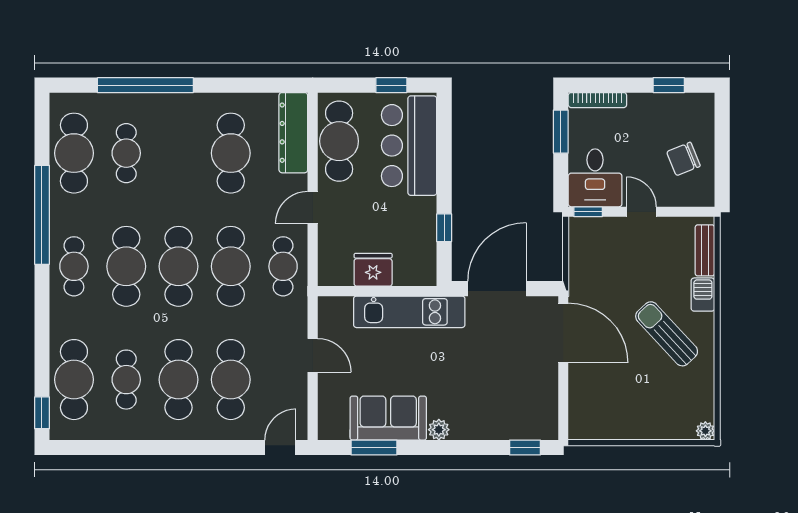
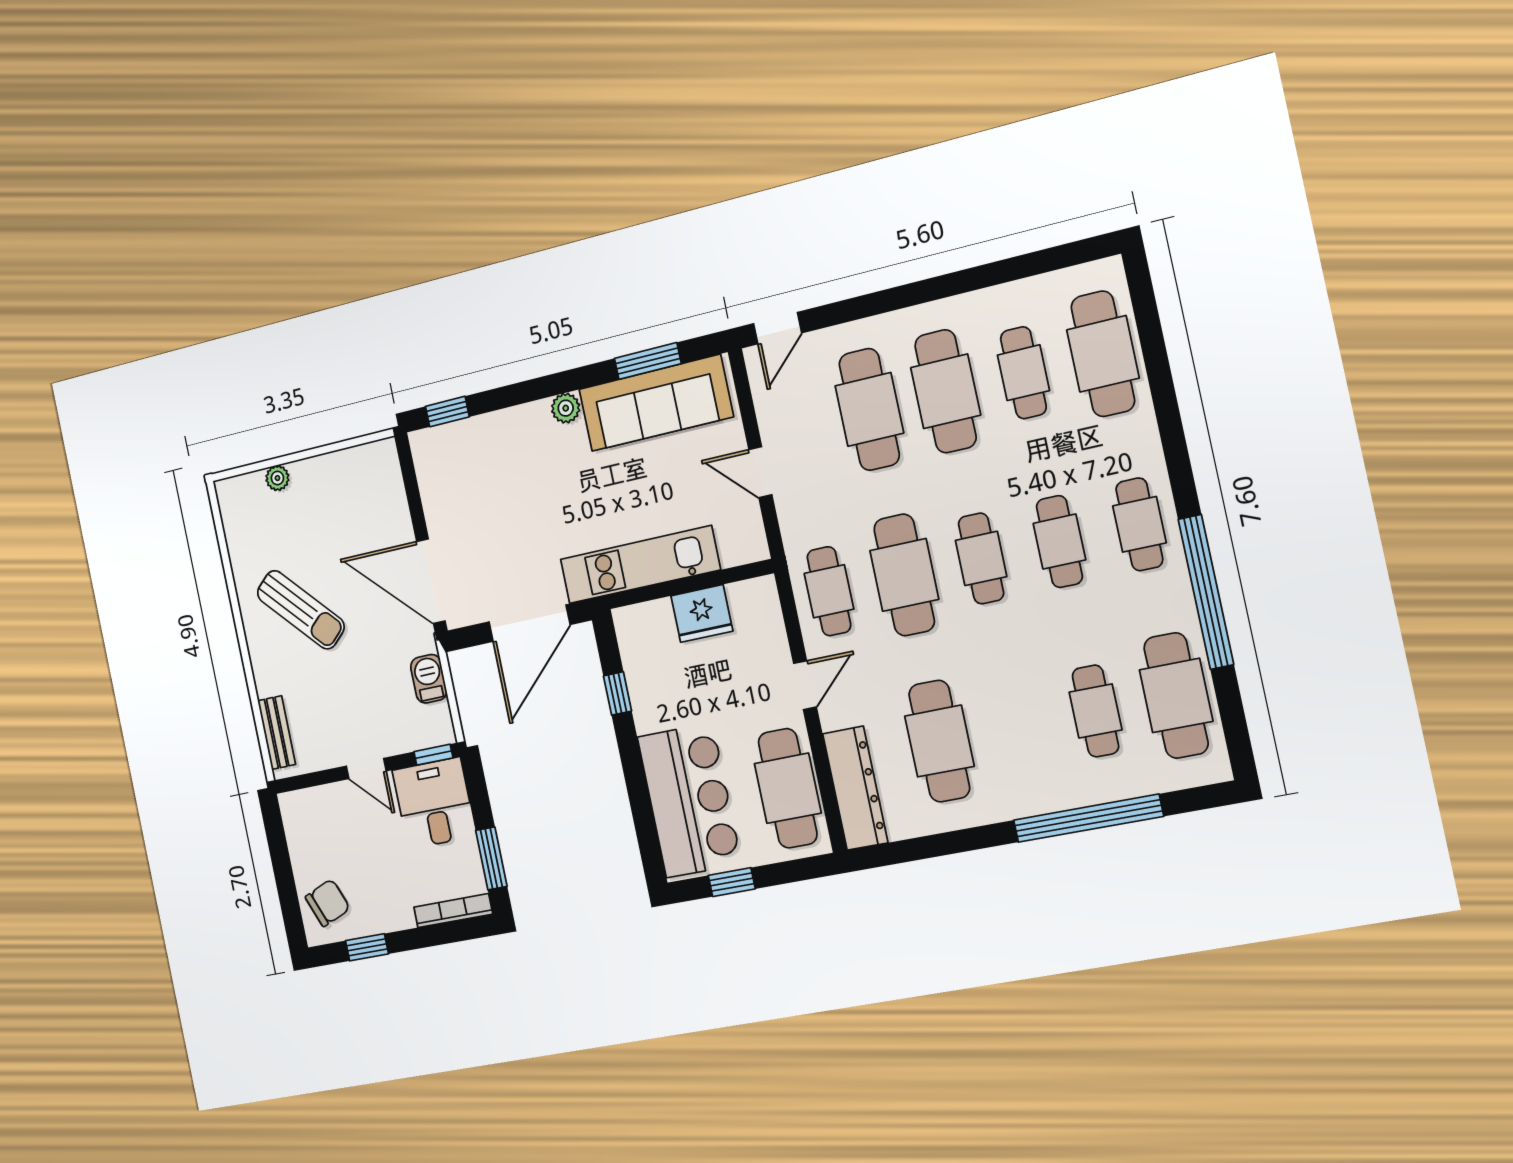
chair: (683, 159) -> (328, 903), moved
cafe table: (126, 266) -> (1059, 542), width x0.73, depth x0.74
cafe table: (179, 266) -> (981, 558), width x0.73, depth x0.74
barbecue: (703, 295) -> (429, 679), moved, turned 180
window: (42, 413) -> (1142, 292), removed
sofa: (388, 418) -> (656, 403), width x1.36
plant: (705, 431) -> (277, 478), moved

